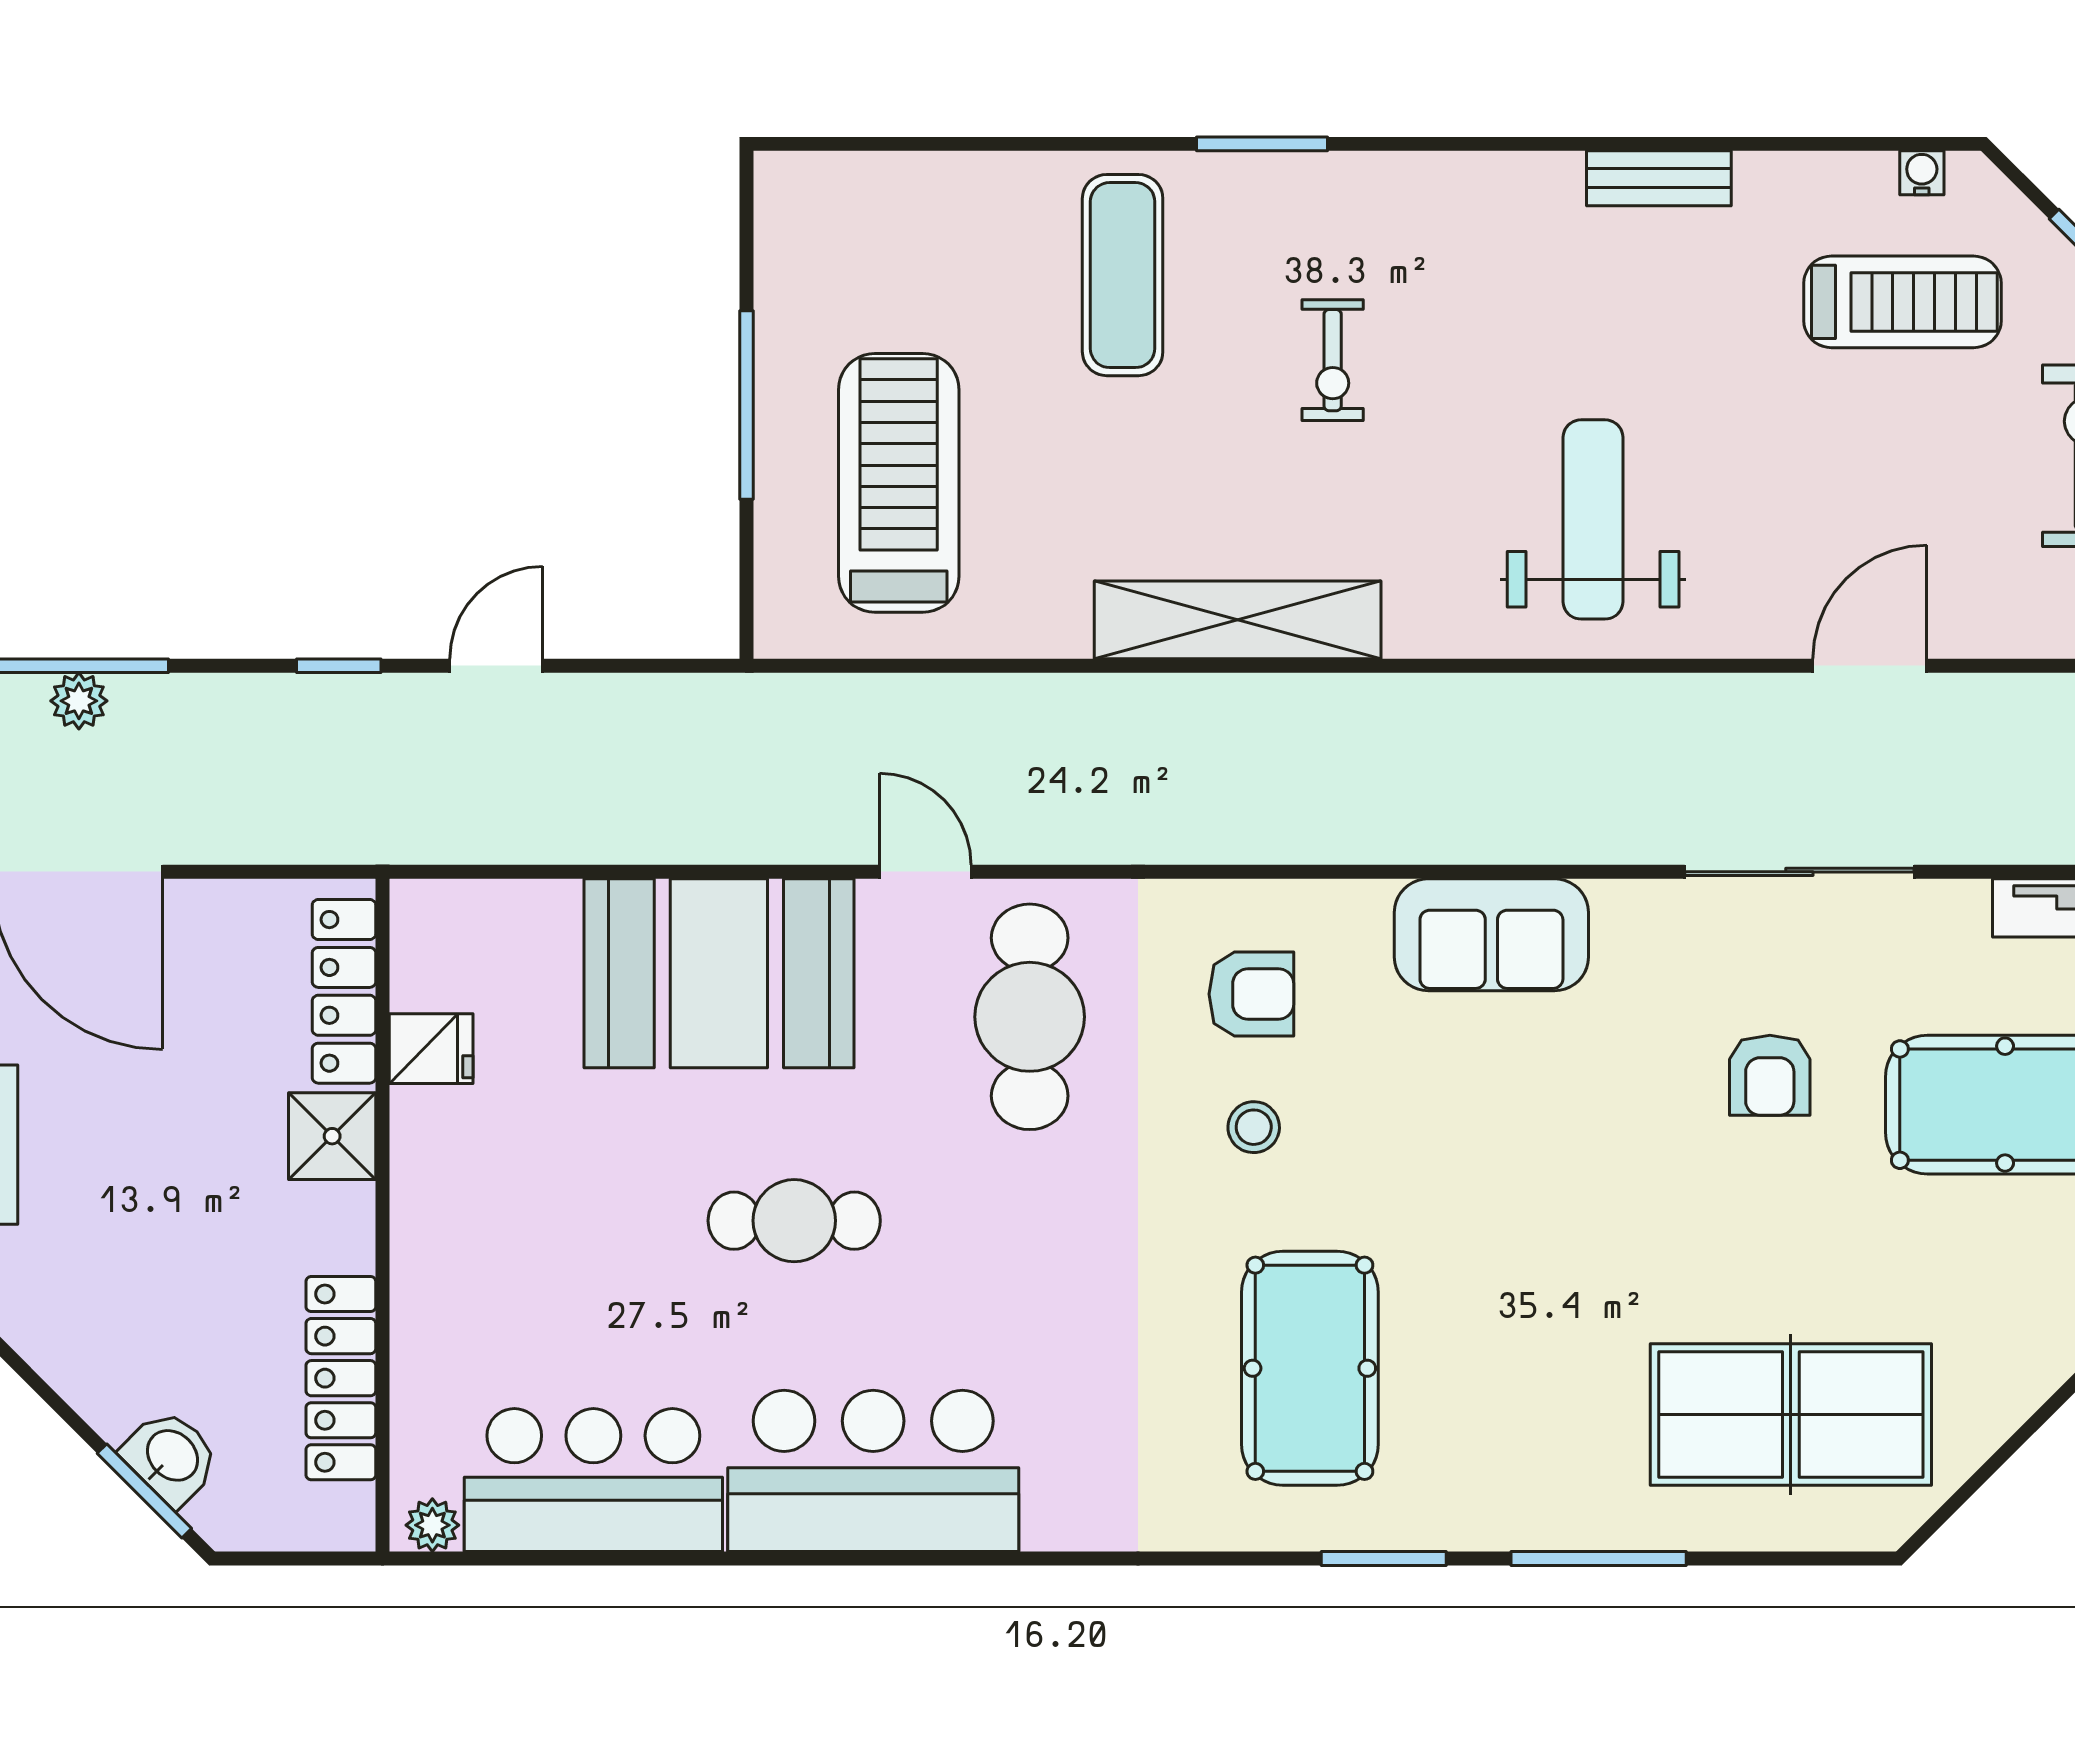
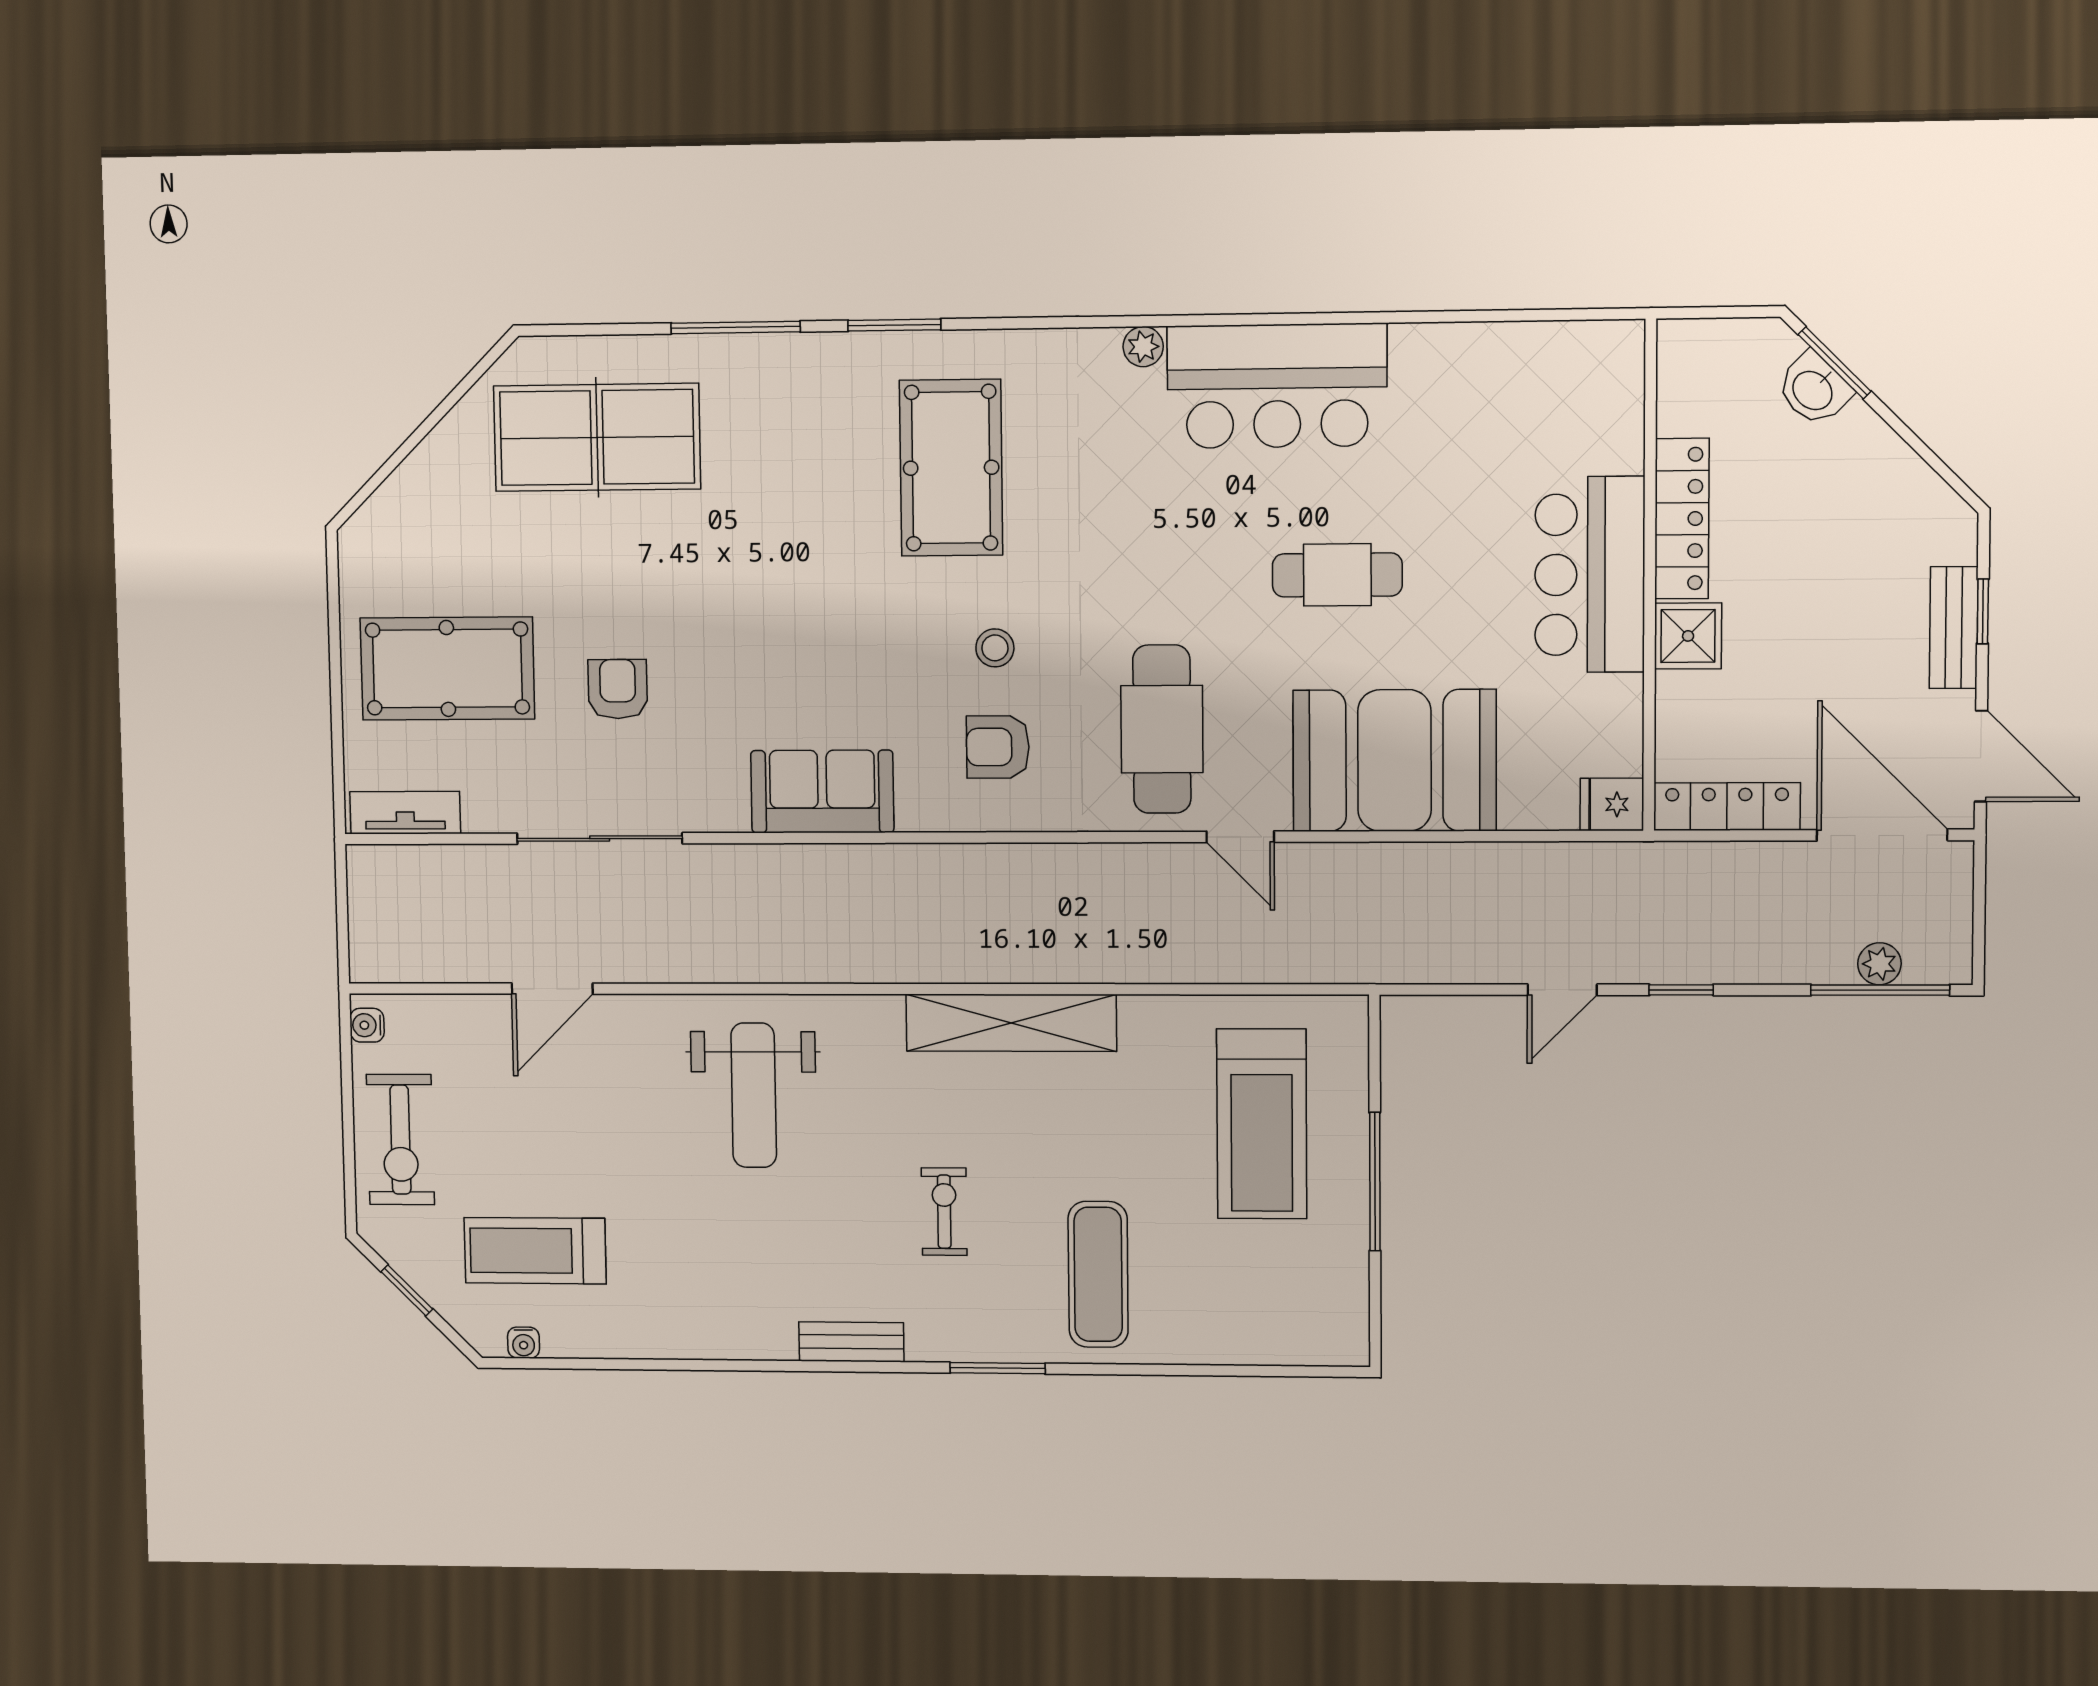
bench: (1659, 178) -> (851, 1342), moved
locker: (344, 991) -> (1727, 806), moved, turned -90
fridge: (431, 1049) -> (1612, 804), moved
locker: (341, 1378) -> (1682, 519), moved
bar counter: (593, 1480) -> (1590, 575), moved, turned 90
plant: (432, 1525) -> (1143, 347), moved

